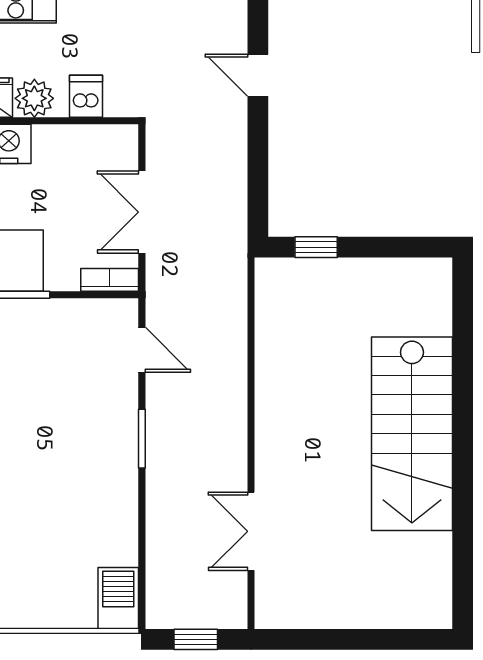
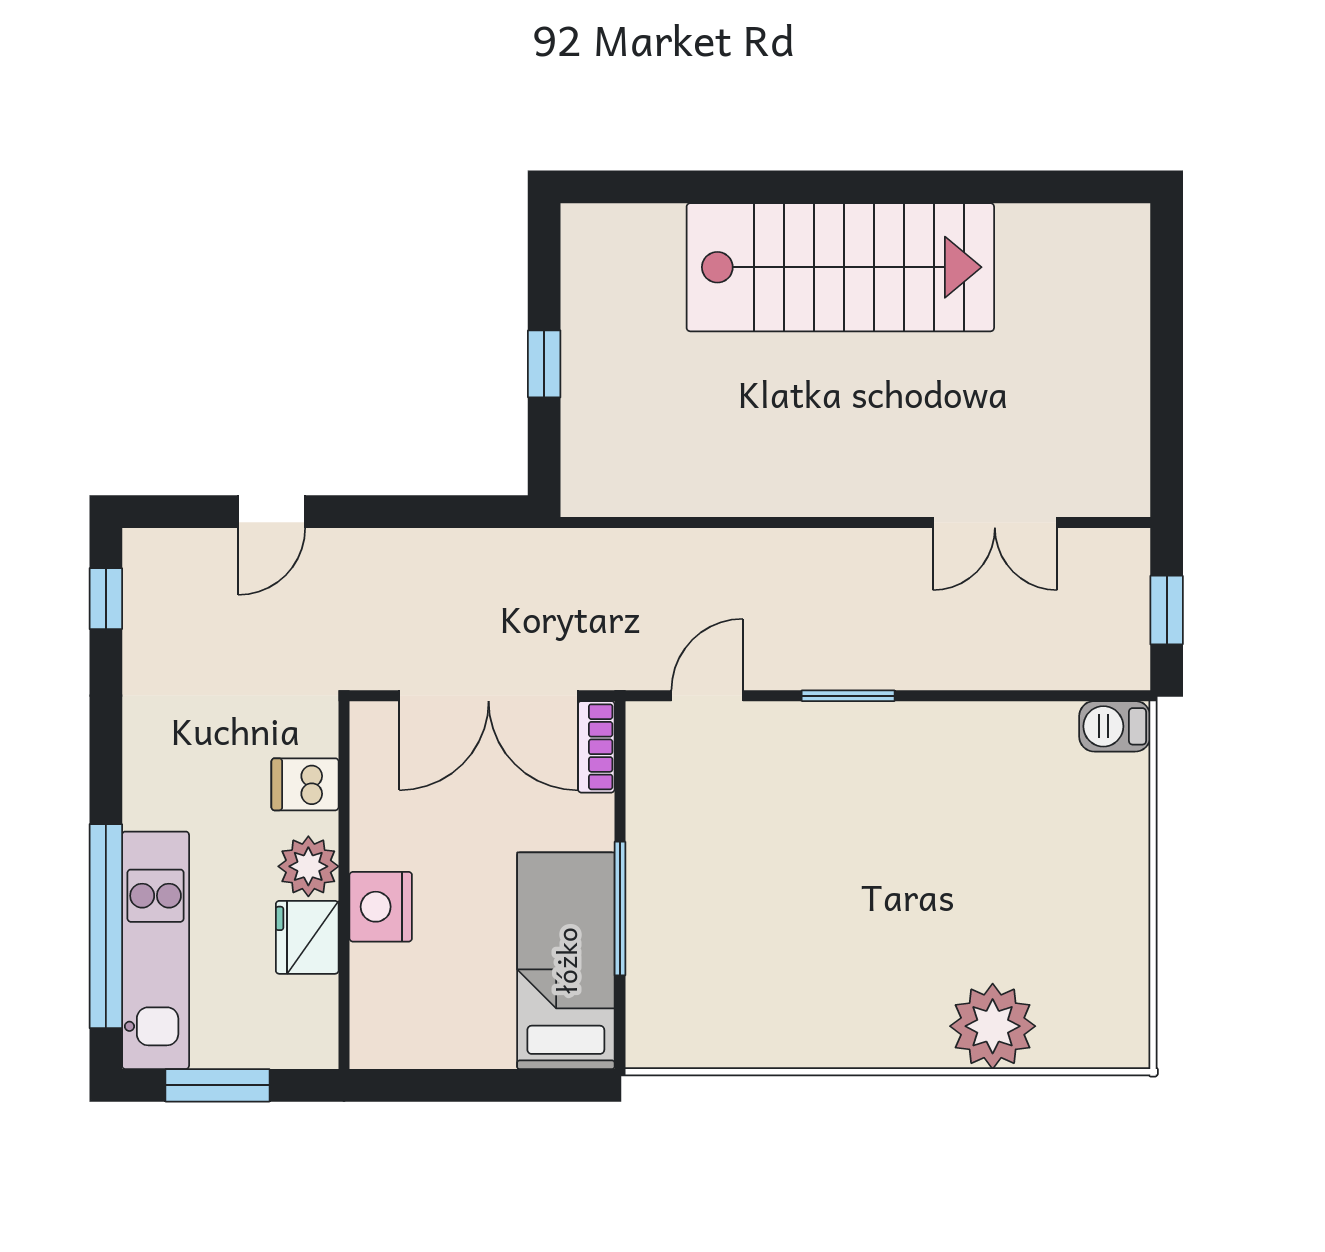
double door: (142, 212) -> (489, 696), width x1.37
window: (316, 247) -> (544, 364), moved
barbecue: (118, 598) -> (1115, 726), width x0.73, depth x0.79

